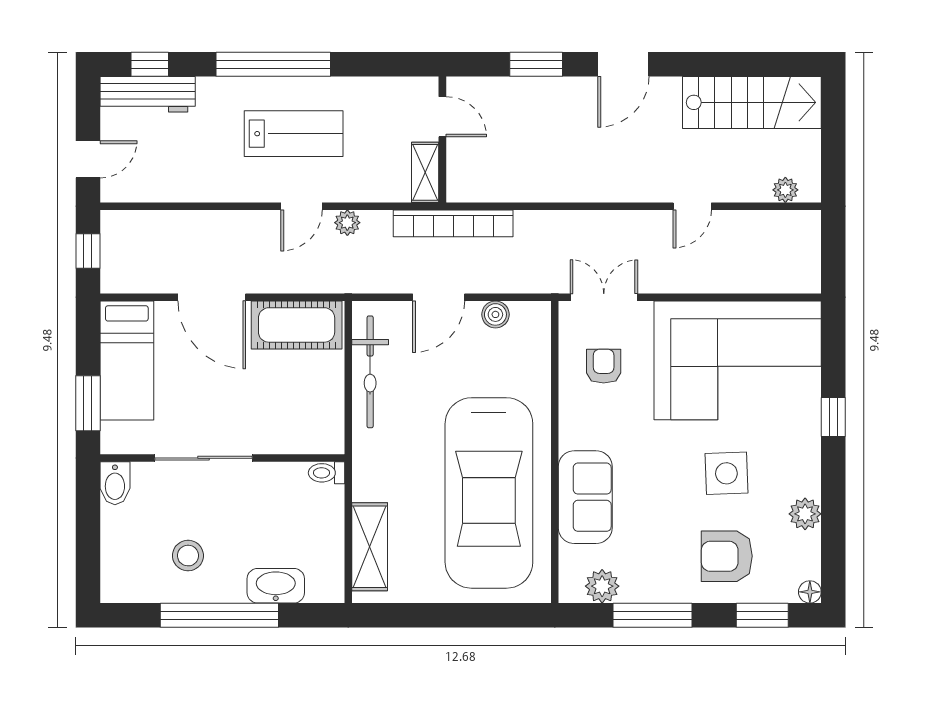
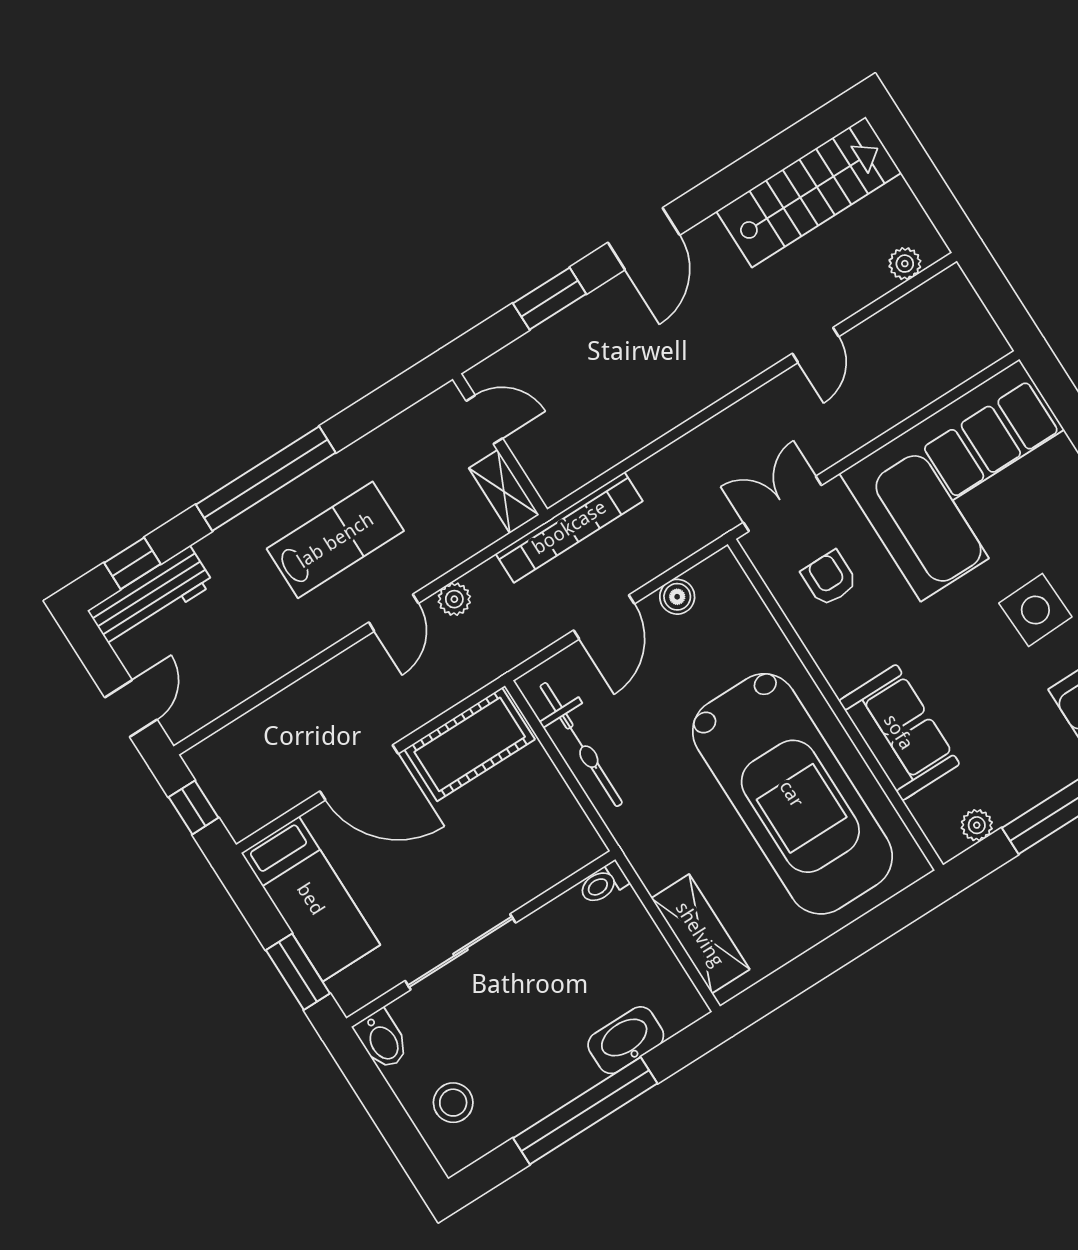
stool: (188, 556) -> (453, 1103), moved
plant: (602, 586) -> (977, 825), width x0.73, depth x0.73

